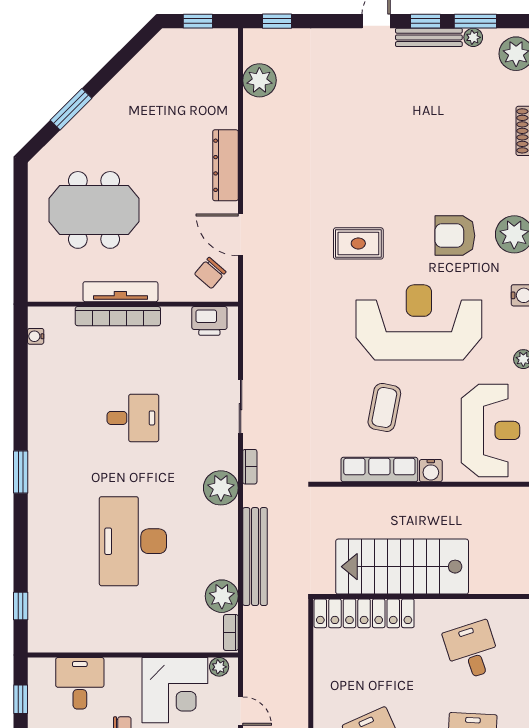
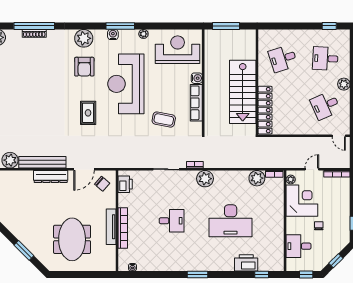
coffee table: (384, 407) -> (164, 120), moved
desk: (133, 418) -> (172, 221), turned 90
bench: (255, 557) -> (42, 162), moved
printer: (45, 574) -> (246, 263), added

